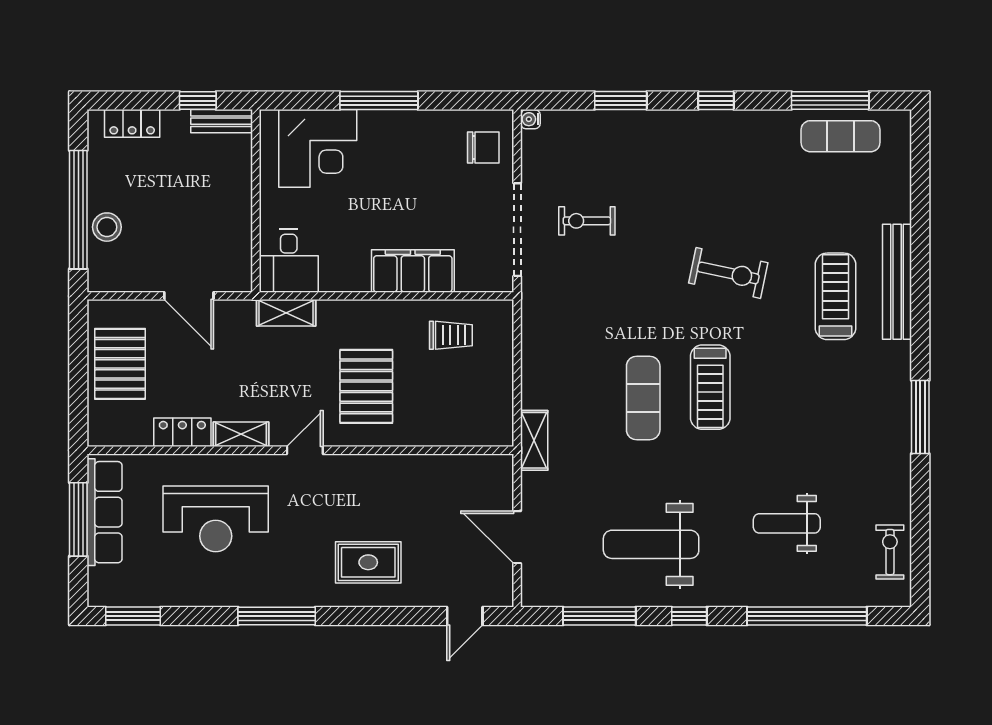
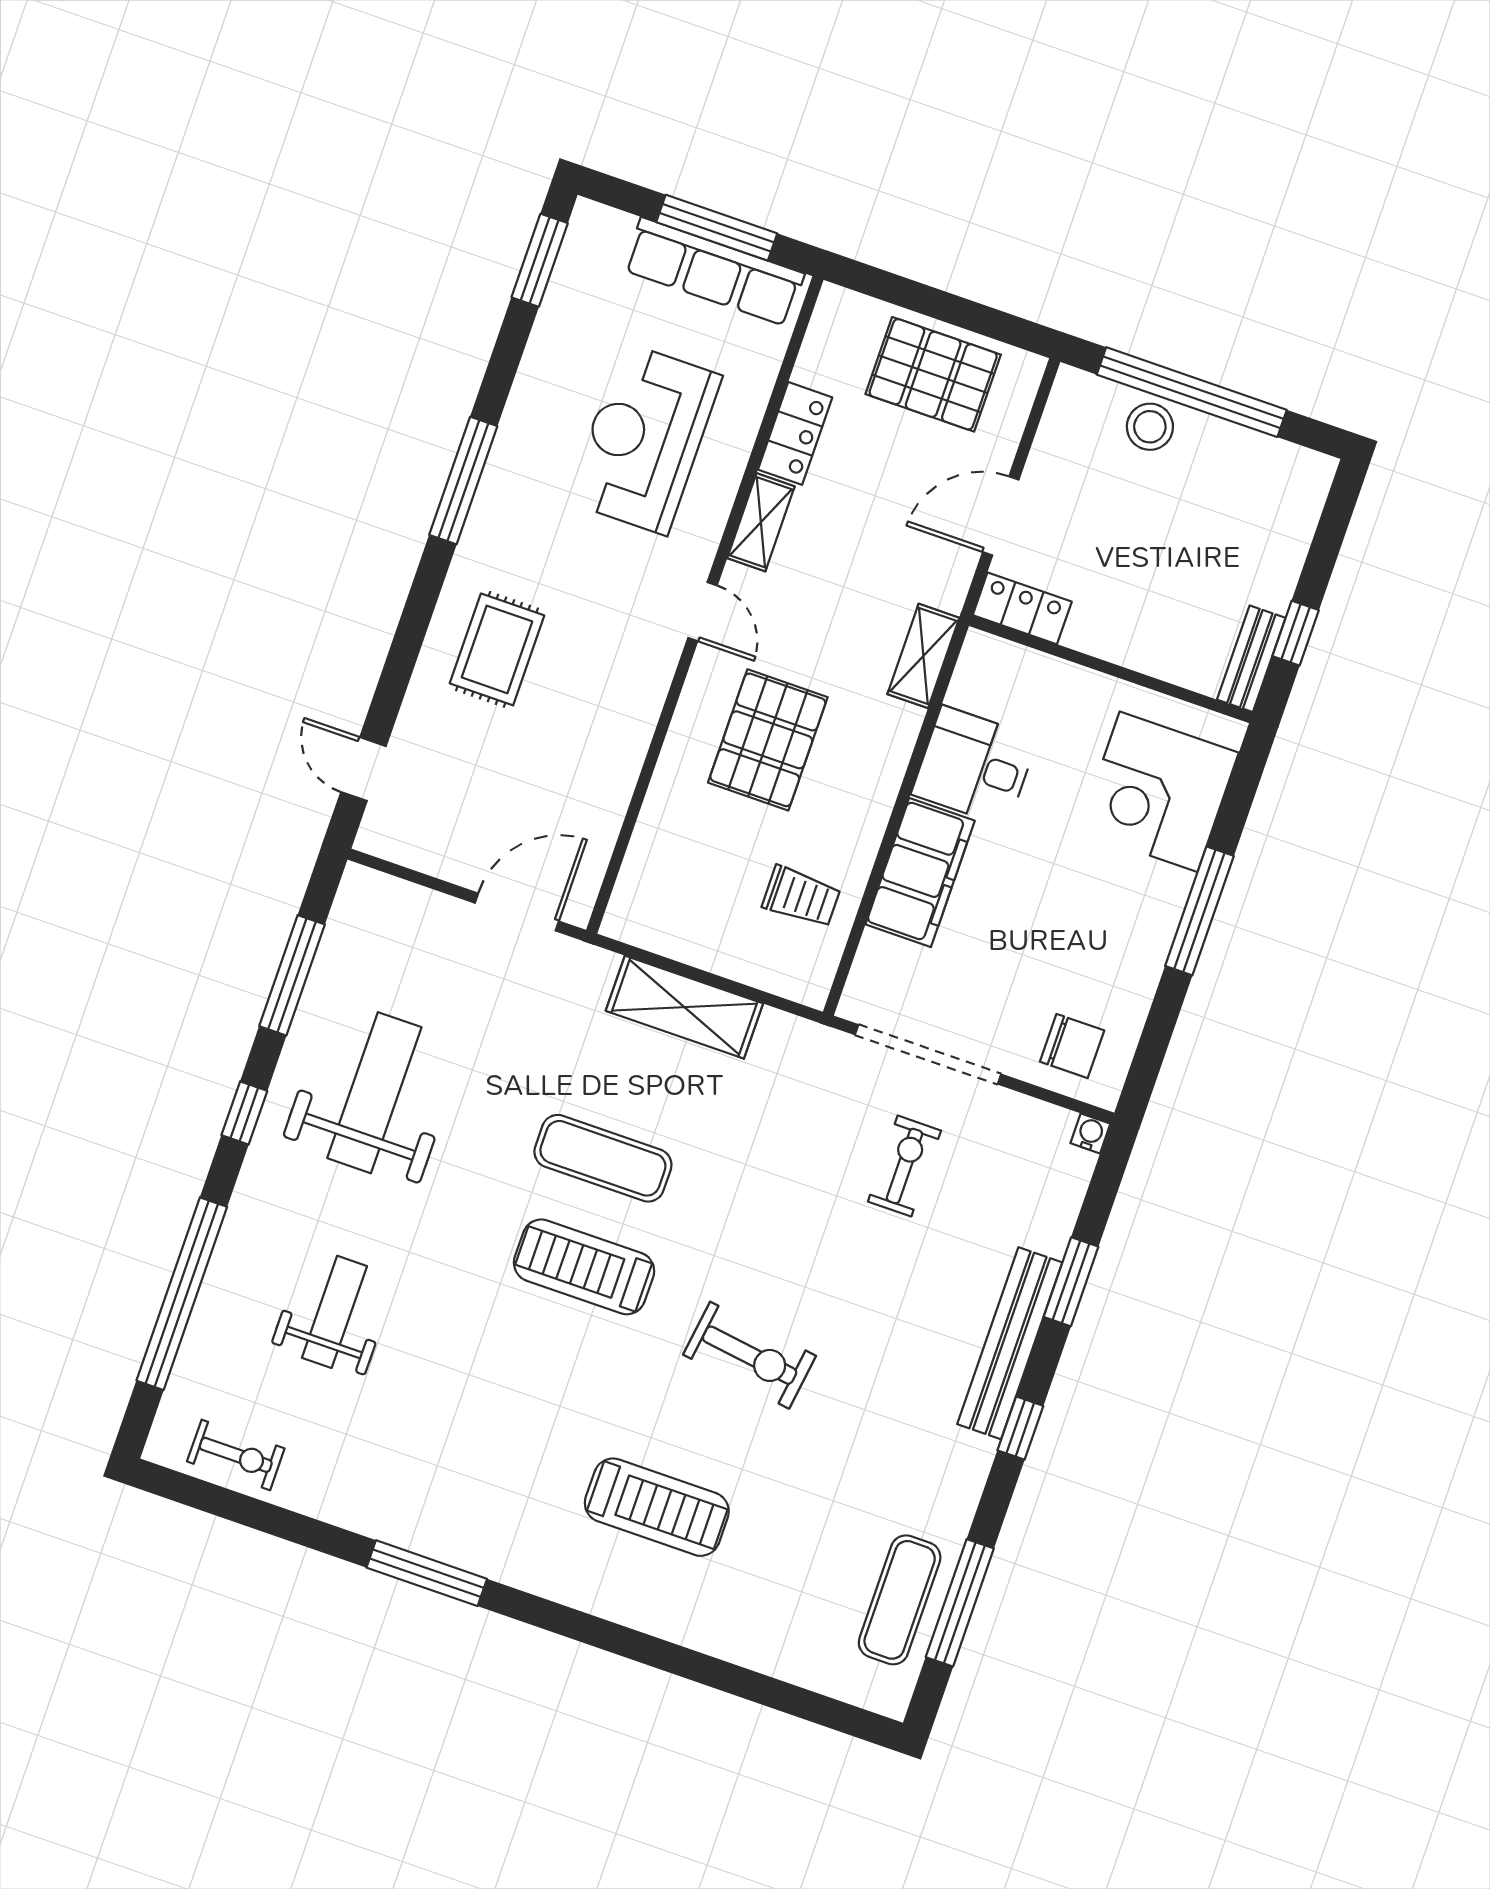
locker: (132, 123) -> (1022, 608), moved, turned 90
chair: (483, 147) -> (1072, 1046), turned -90
desk: (289, 261) -> (974, 766), moved
exercise bike: (728, 273) -> (750, 1355), turned -94
bench: (897, 282) -> (1010, 1343), moved, turned 90
trolley: (451, 335) -> (801, 897), turned -90
pallet: (366, 386) -> (768, 740), turned 90
shelving: (534, 440) -> (684, 1007), moved, width x1.50, depth x1.33
door: (517, 537) -> (517, 912), moved

